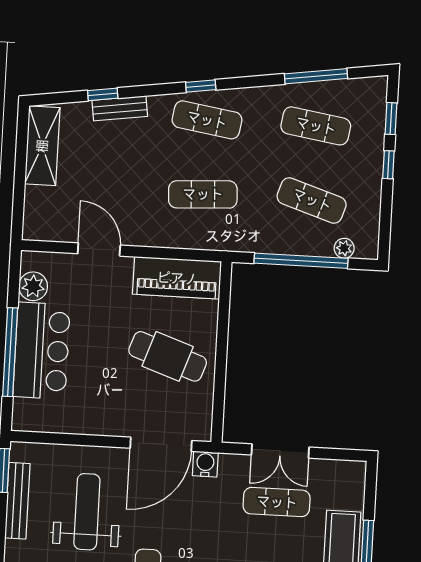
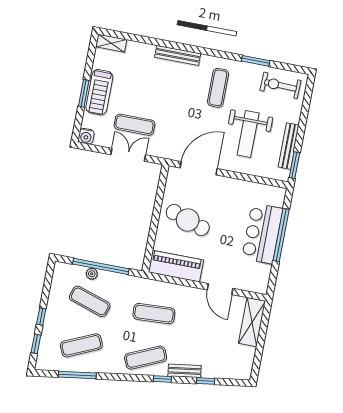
window: (201, 86) -> (162, 379), moved
bench: (120, 108) -> (185, 371), moved
exercise mat: (207, 120) -> (146, 358), turned -33
exercise mat: (316, 126) -> (81, 345), turned -33
shelving: (42, 146) -> (252, 322), moved
plant: (344, 248) -> (92, 274), moved
plant: (33, 286) -> (262, 272), removed
water cooler: (205, 464) -> (86, 136), moved

